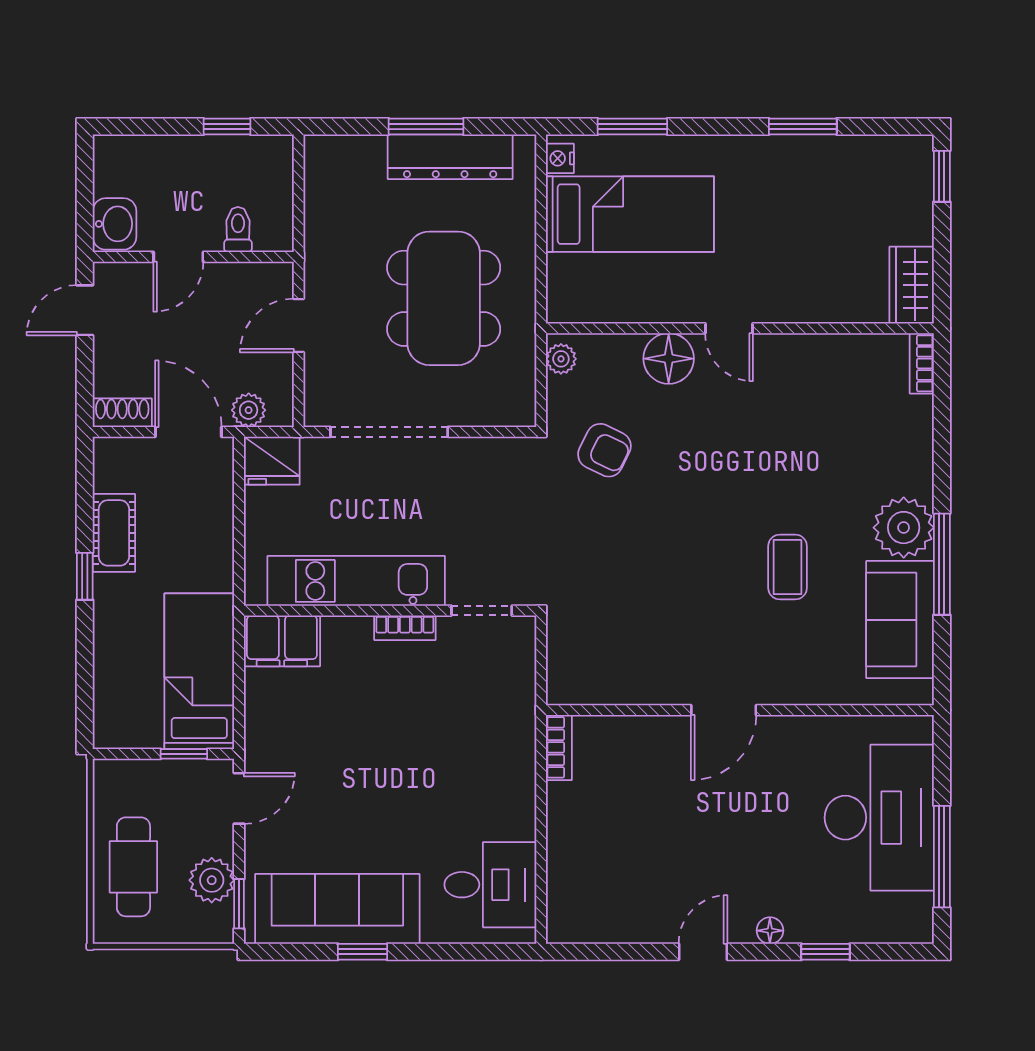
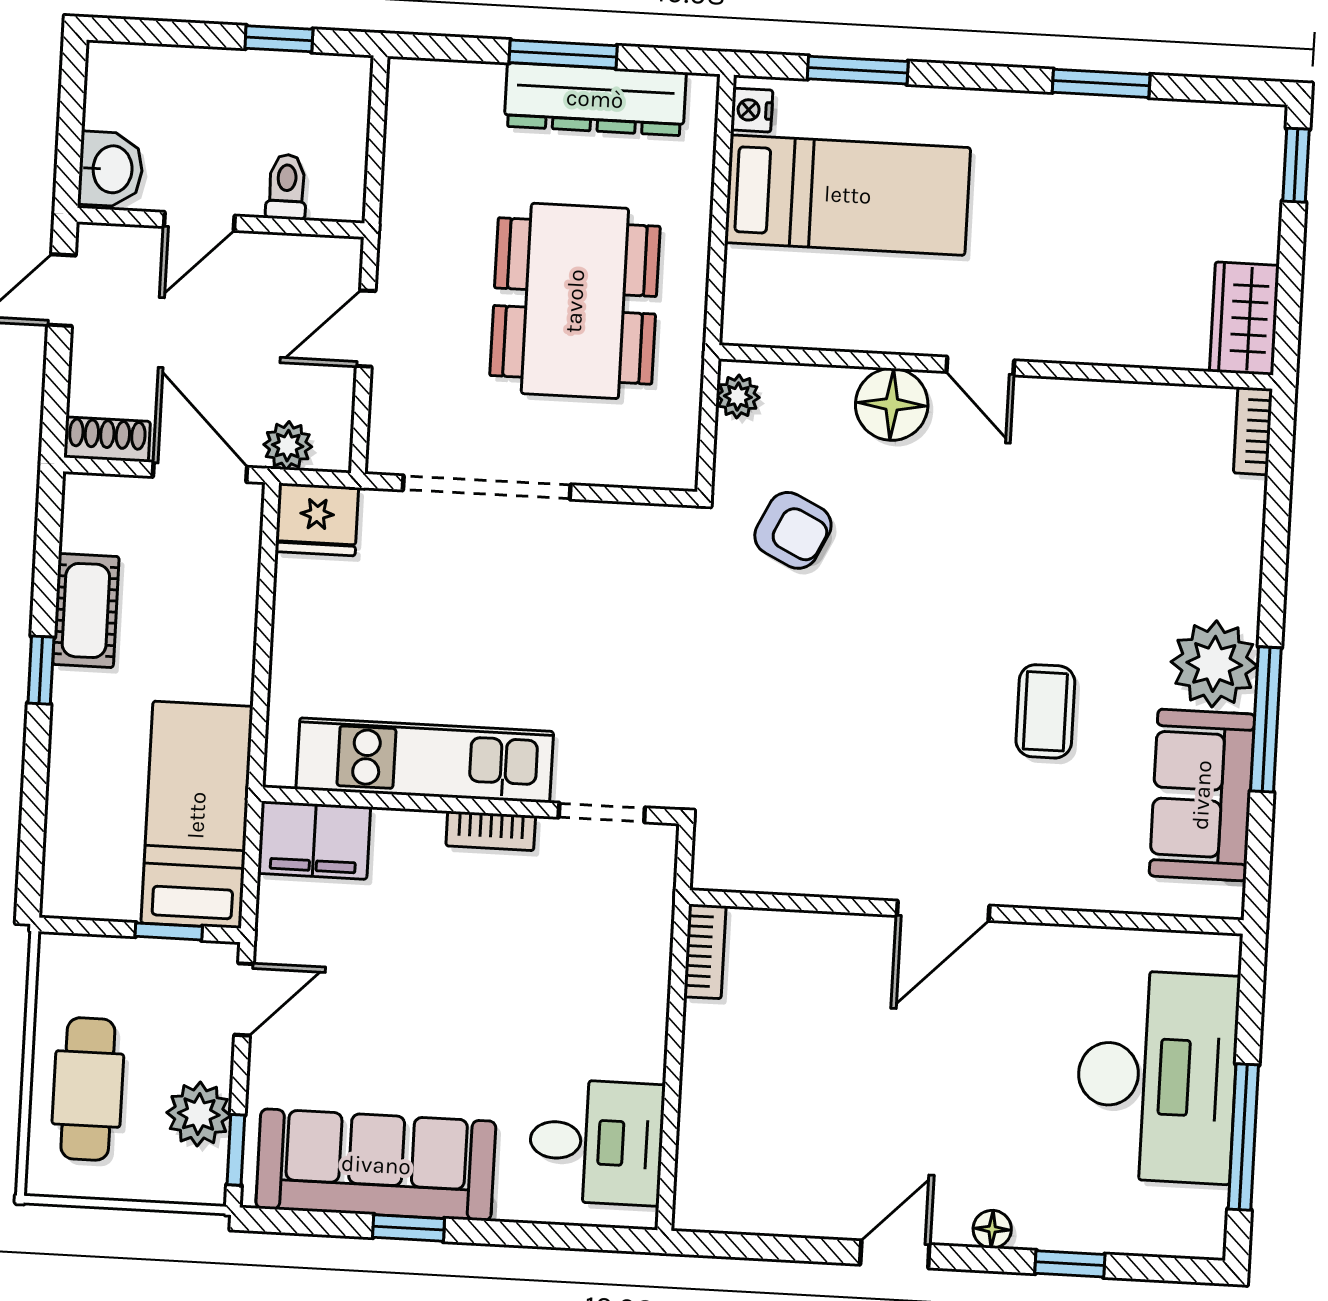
kitchen unit: (356, 581) -> (425, 760), moved
wall: (390, 611) -> (471, 805), moved
doorway: (482, 611) -> (602, 813), moved
bookcase: (405, 628) -> (491, 831), moved
filing cabinet: (282, 641) -> (314, 840), moved

